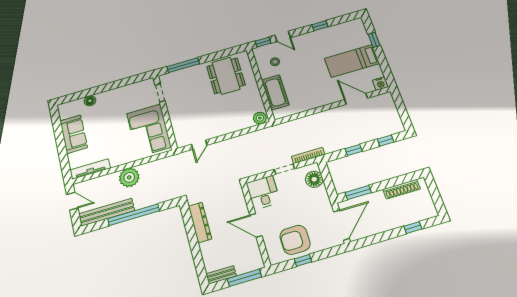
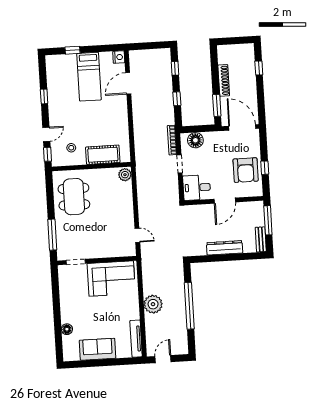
dining table: (226, 76) -> (74, 197), turned 90
shoe rack: (402, 189) -> (224, 80), moved
bench: (107, 212) -> (181, 330), removed
dresser: (200, 222) -> (225, 248), moved

